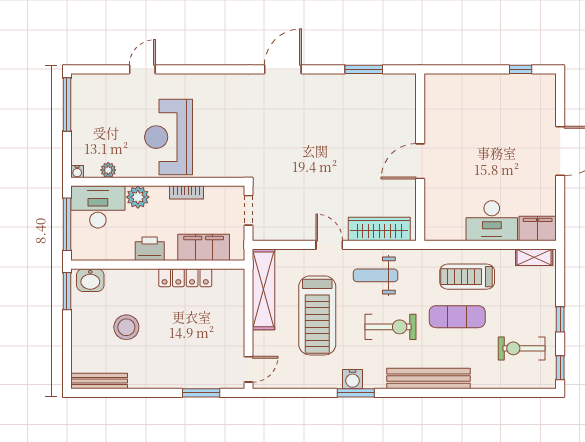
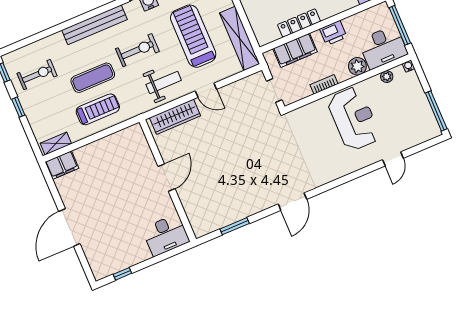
desk: (492, 221) -> (166, 235), moved, turned 180
exercise bike: (390, 327) -> (137, 50), turned 180

